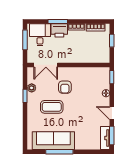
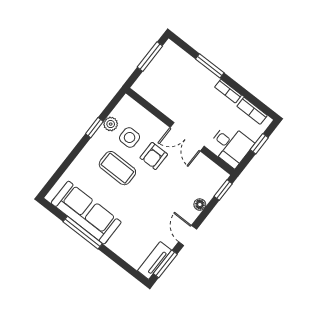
printer: (59, 30) -> (203, 79), removed
desk: (40, 35) -> (231, 145), moved, turned 90
double door: (46, 65) -> (187, 137), moved
side table: (46, 87) -> (130, 137), added

